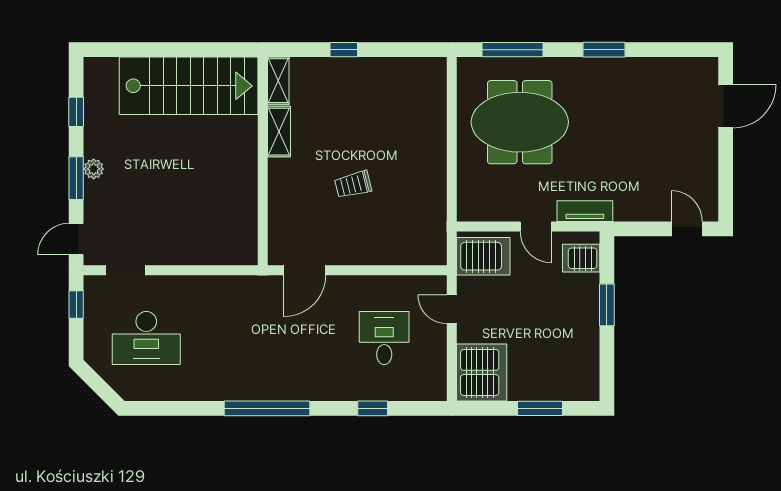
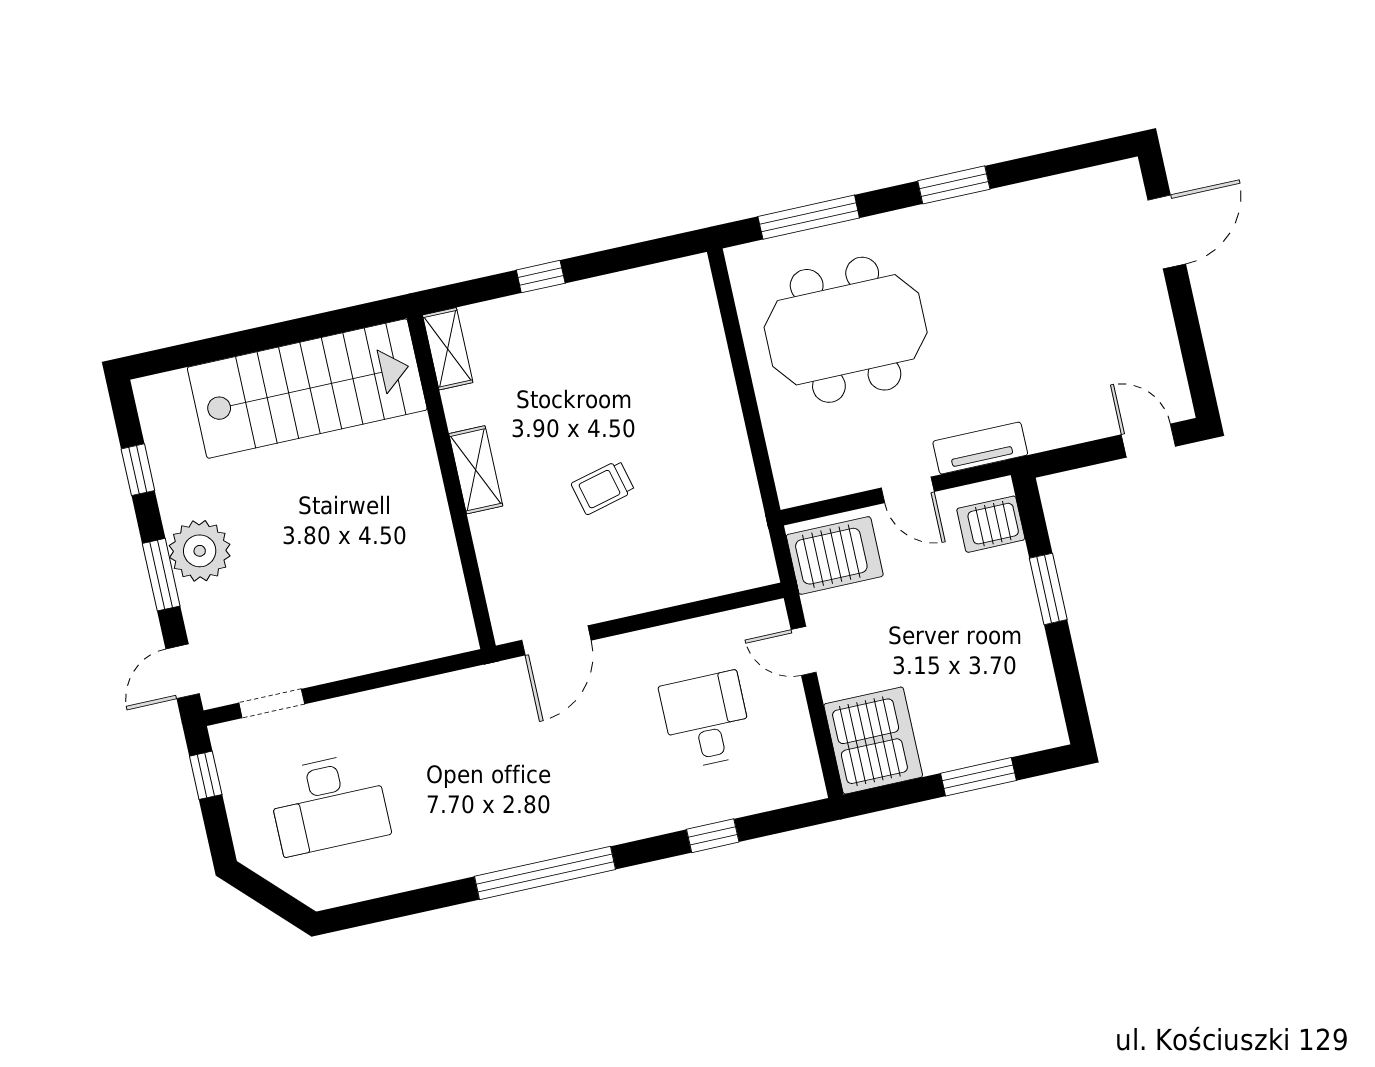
shelving: (279, 132) -> (476, 470), moved
plant: (94, 169) -> (200, 551), width x1.88, depth x1.88

